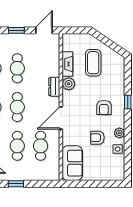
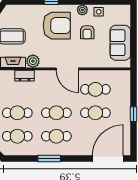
dresser: (54, 87) -> (24, 76), moved
armchair: (104, 107) -> (57, 26), width x1.88, depth x1.88
sofa: (72, 163) -> (120, 43), moved, turned -90

